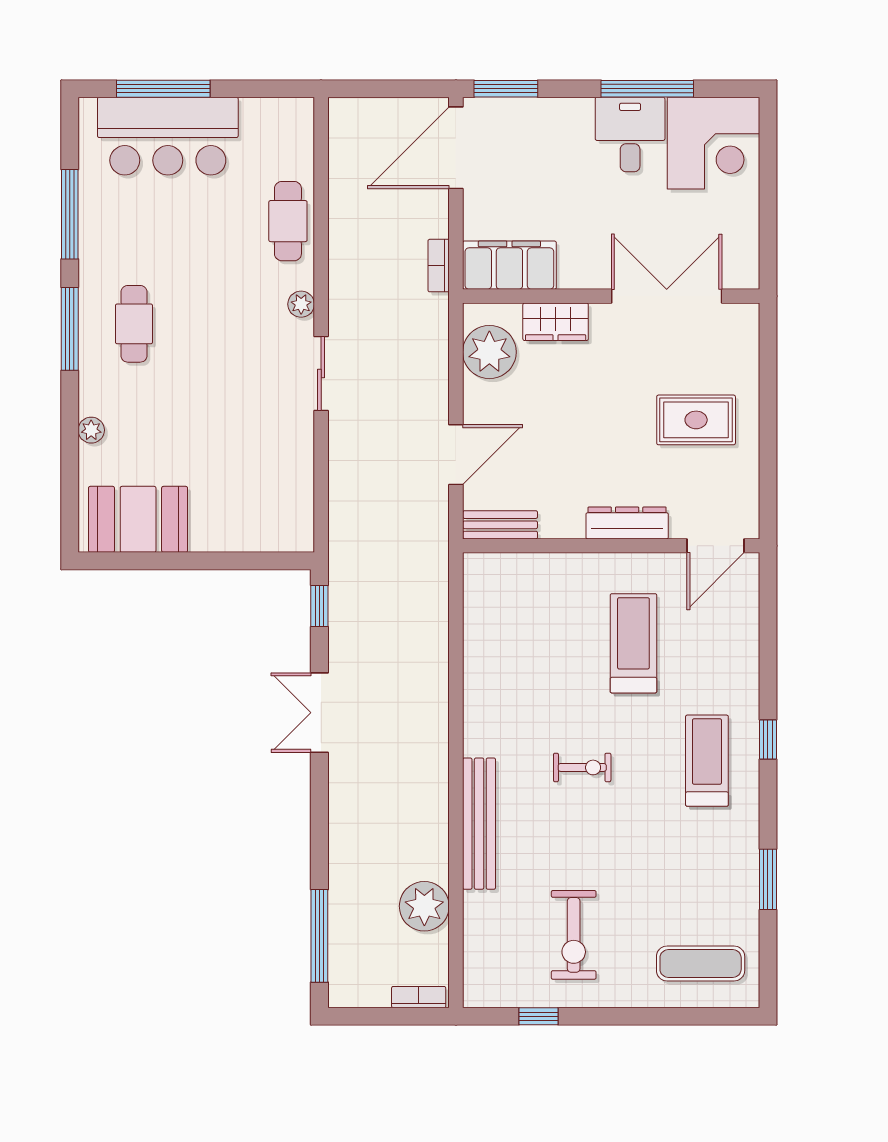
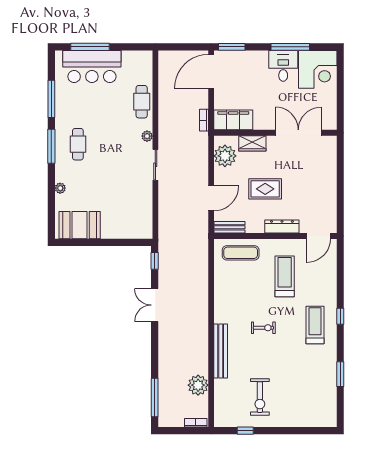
rug: (696, 420) -> (265, 189), moved
exercise mat: (701, 964) -> (241, 253), moved

